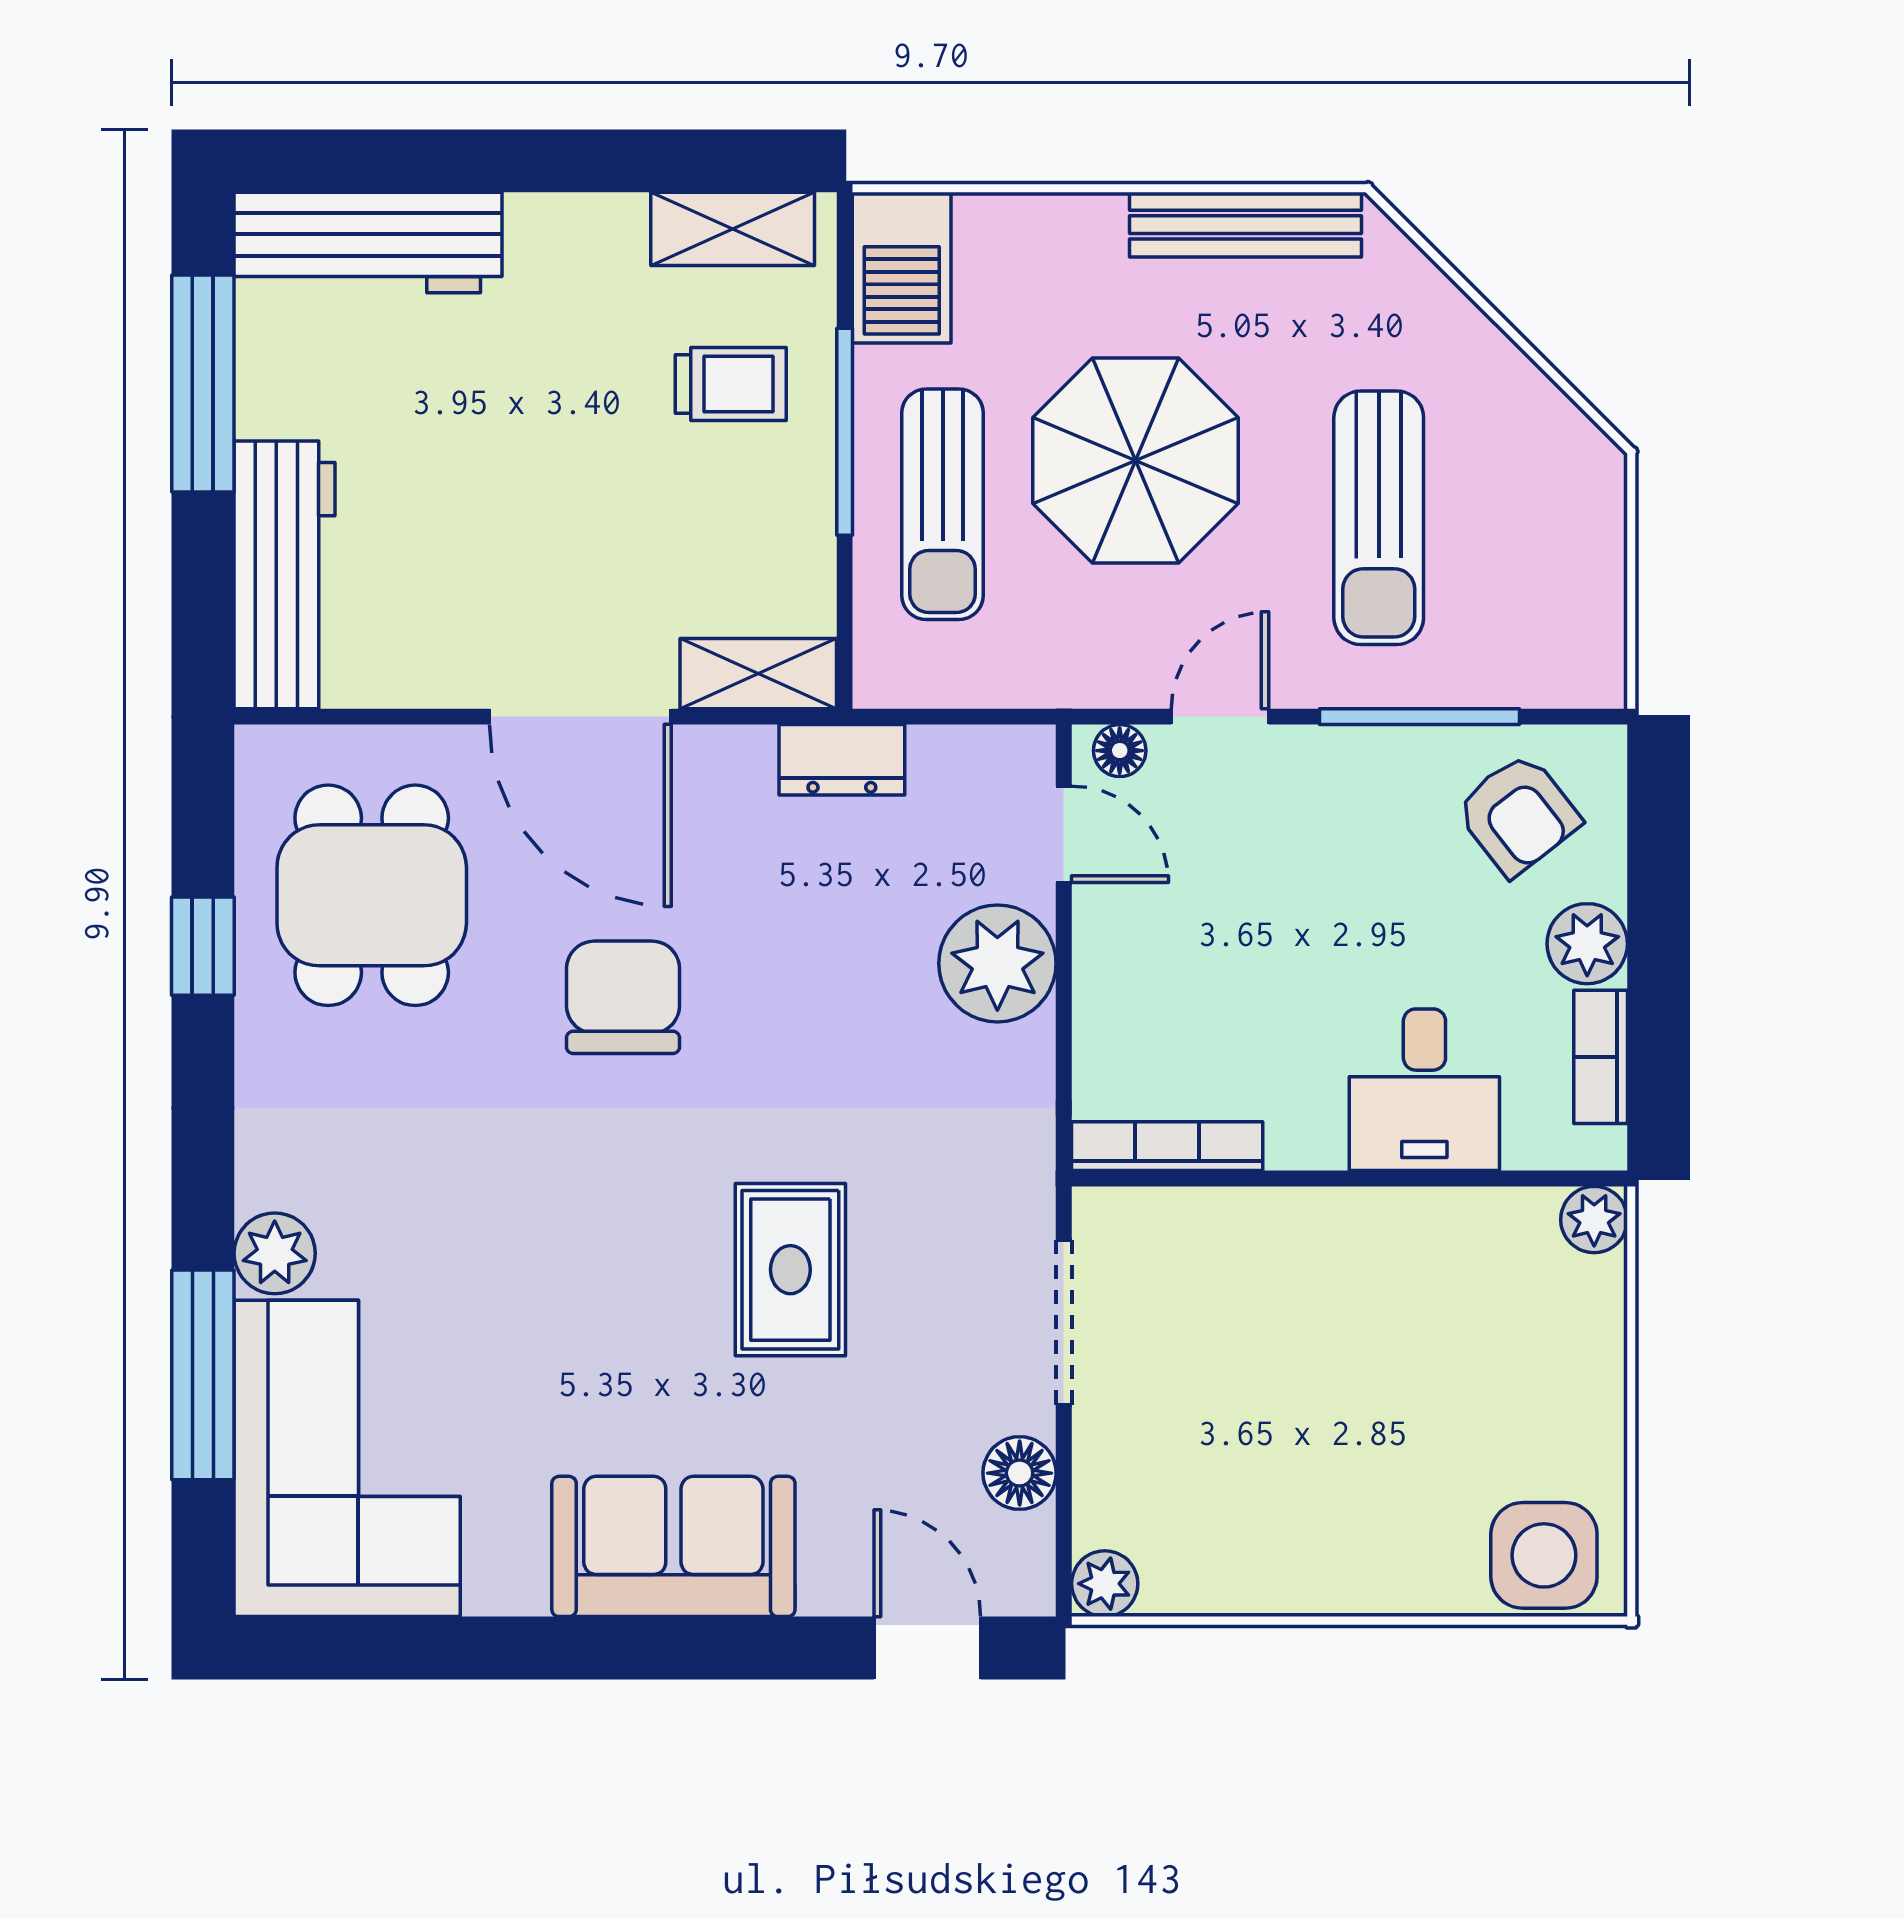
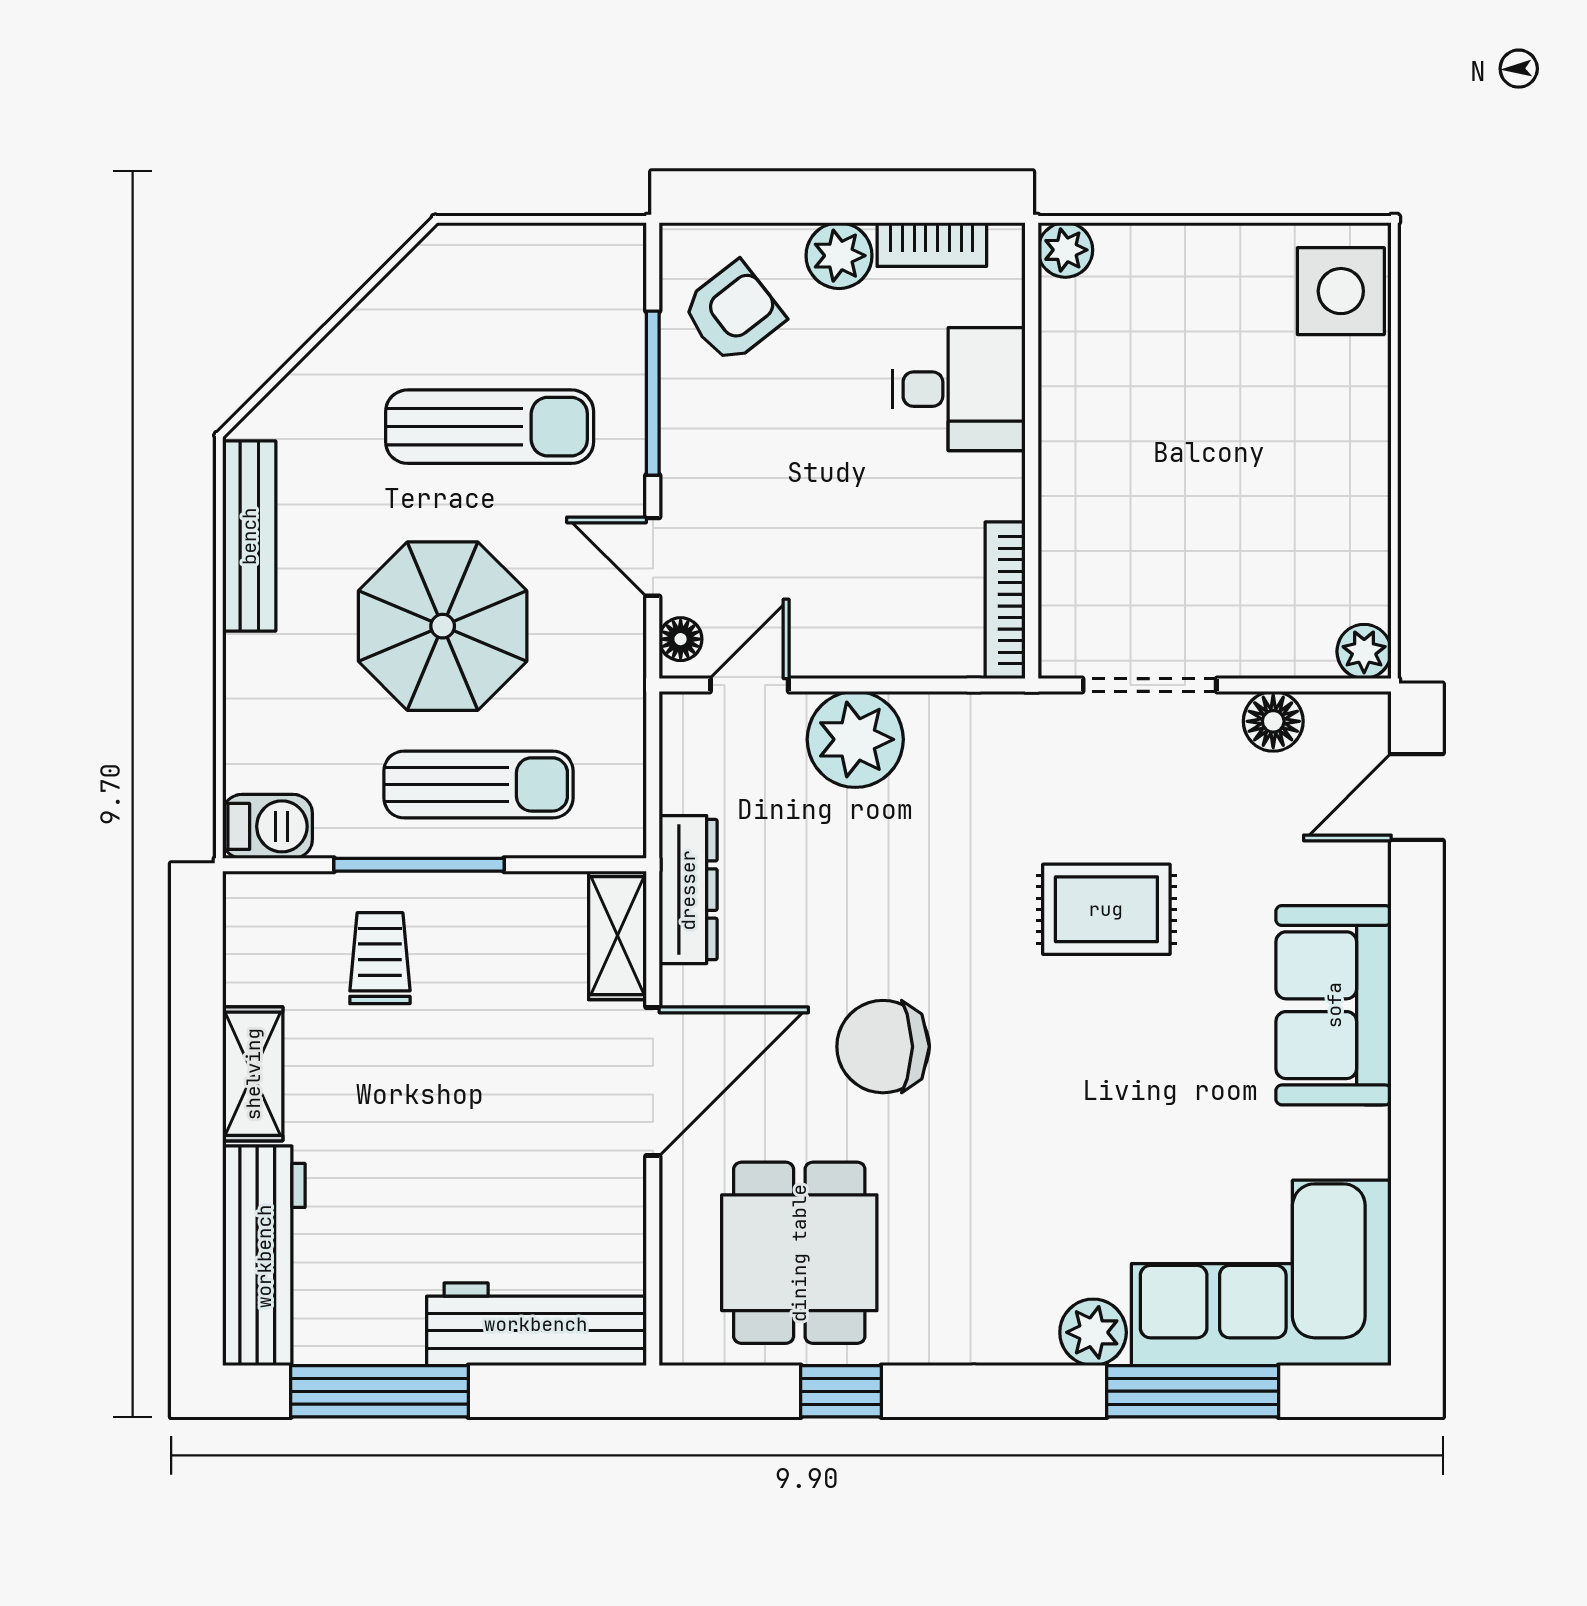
shelving: (733, 229) -> (253, 1074), moved
barbecue: (902, 268) -> (268, 826), width x0.73, depth x0.79
dresser: (842, 760) -> (688, 890), width x1.44
dining table: (372, 895) -> (799, 1253), turned 90

